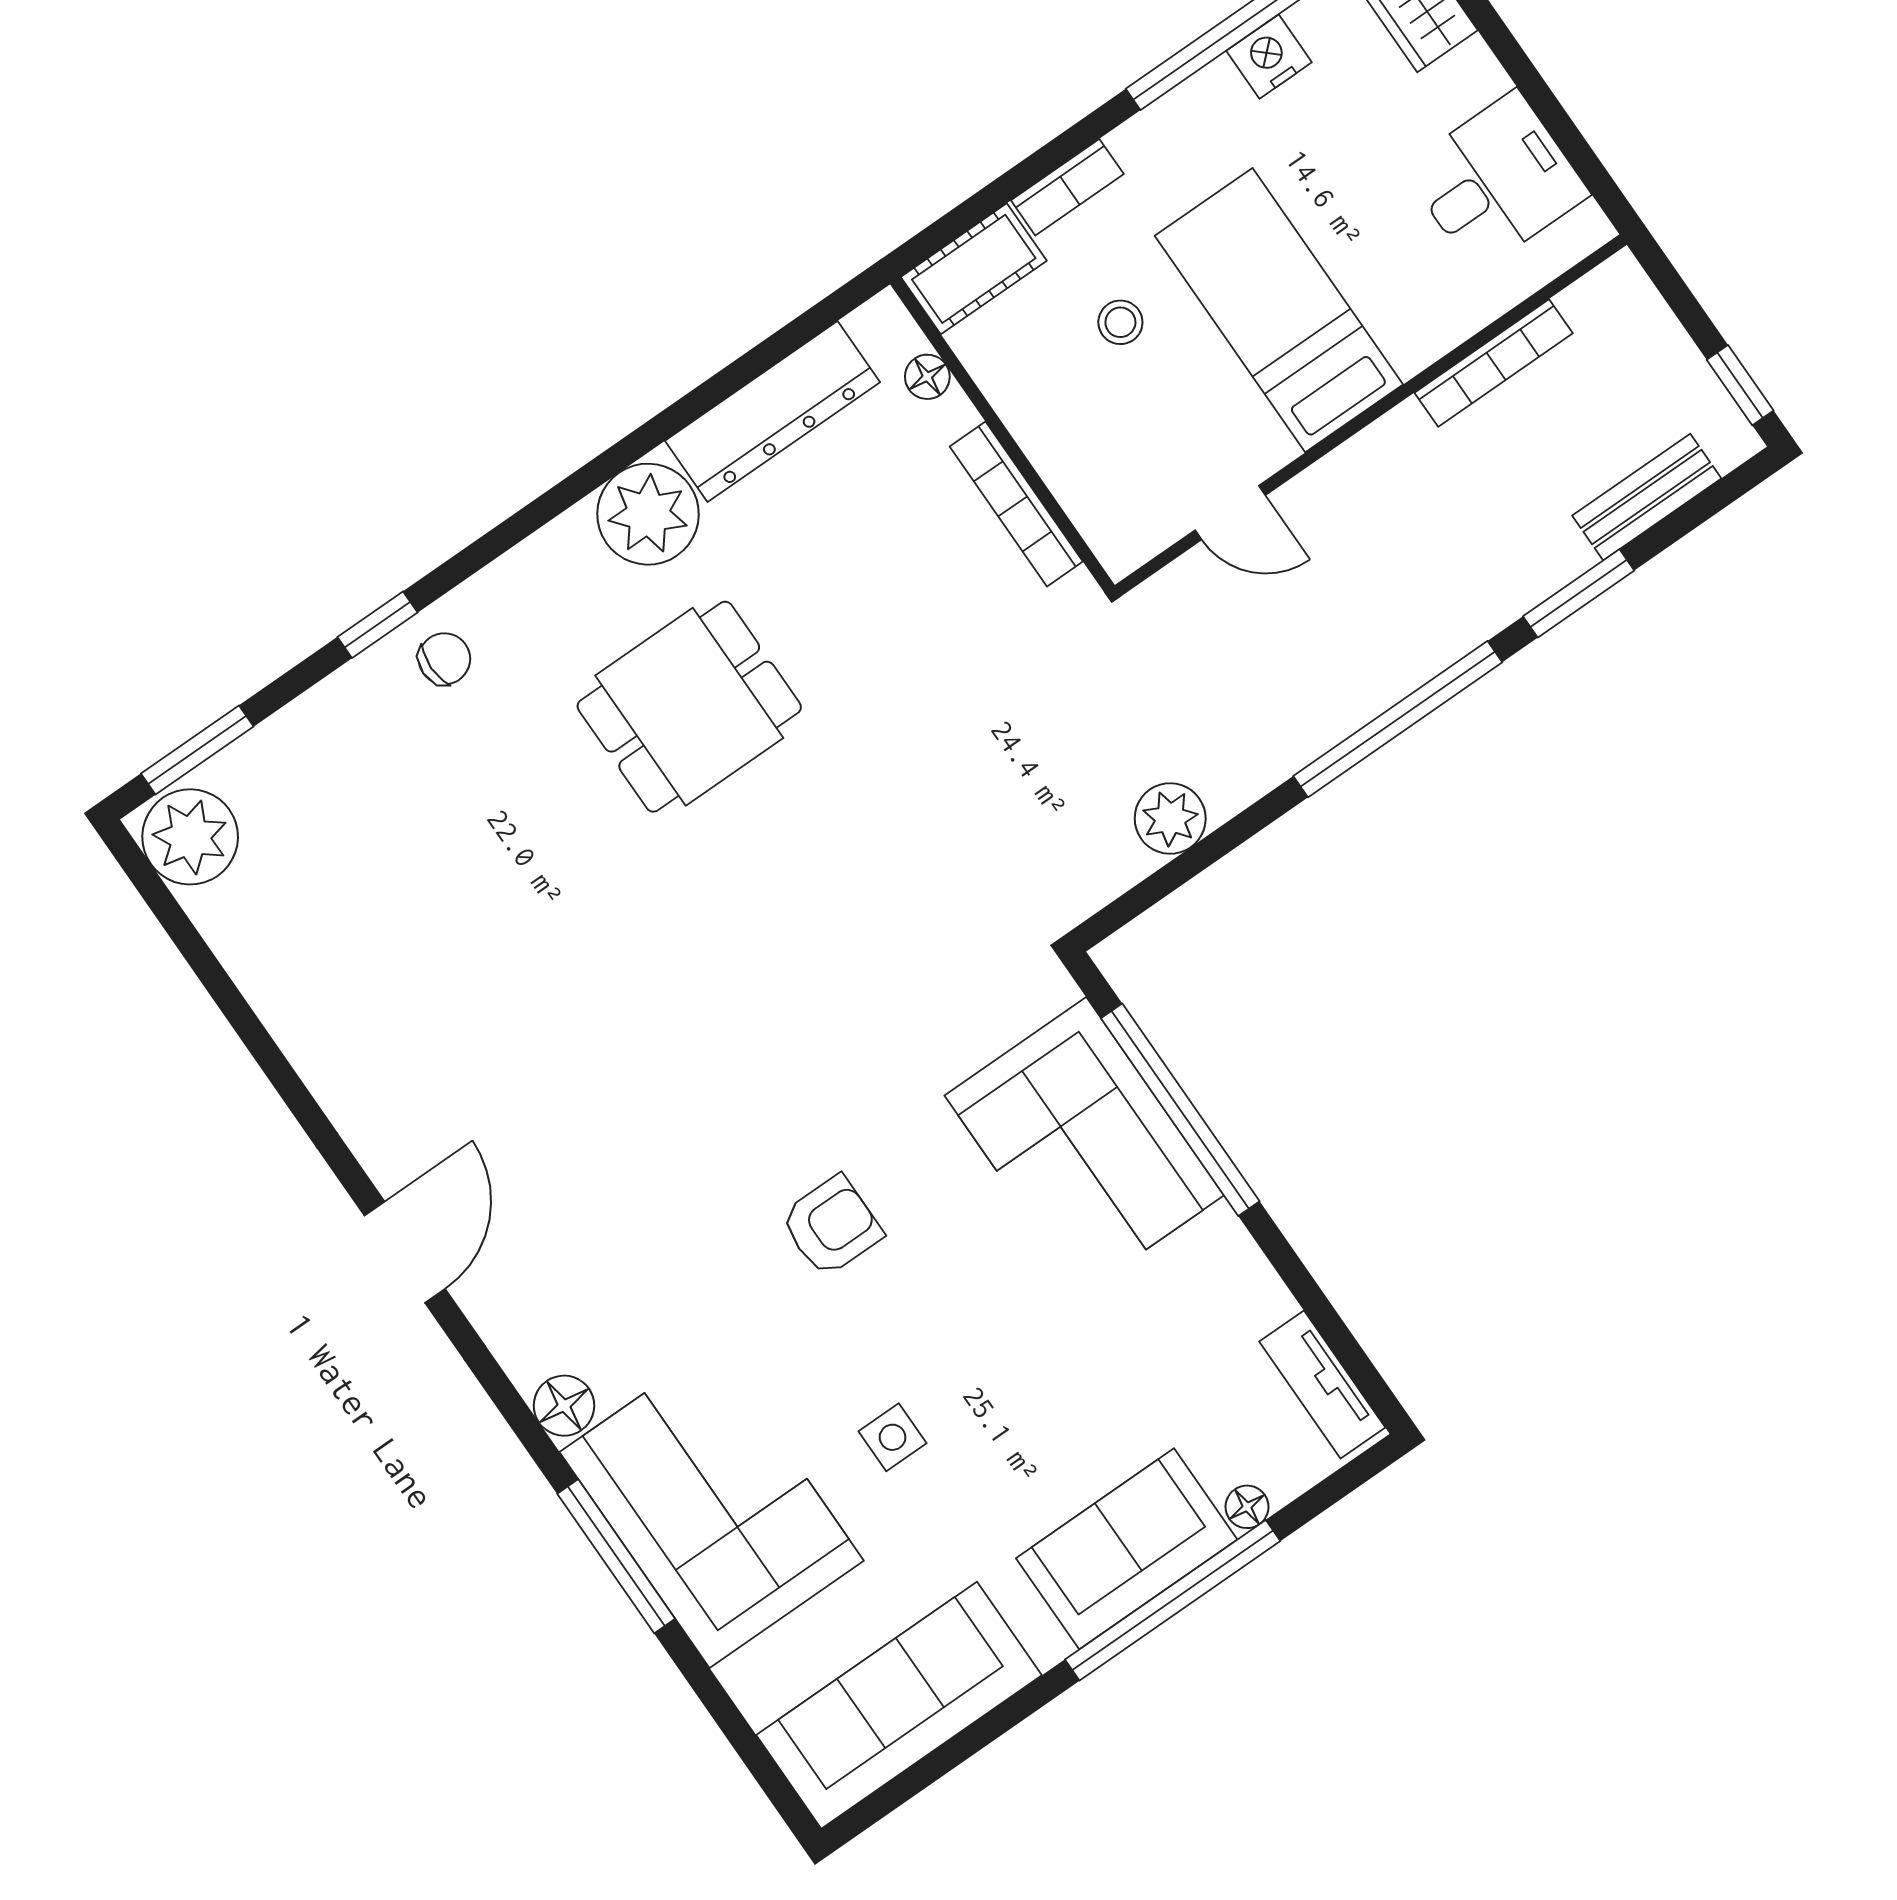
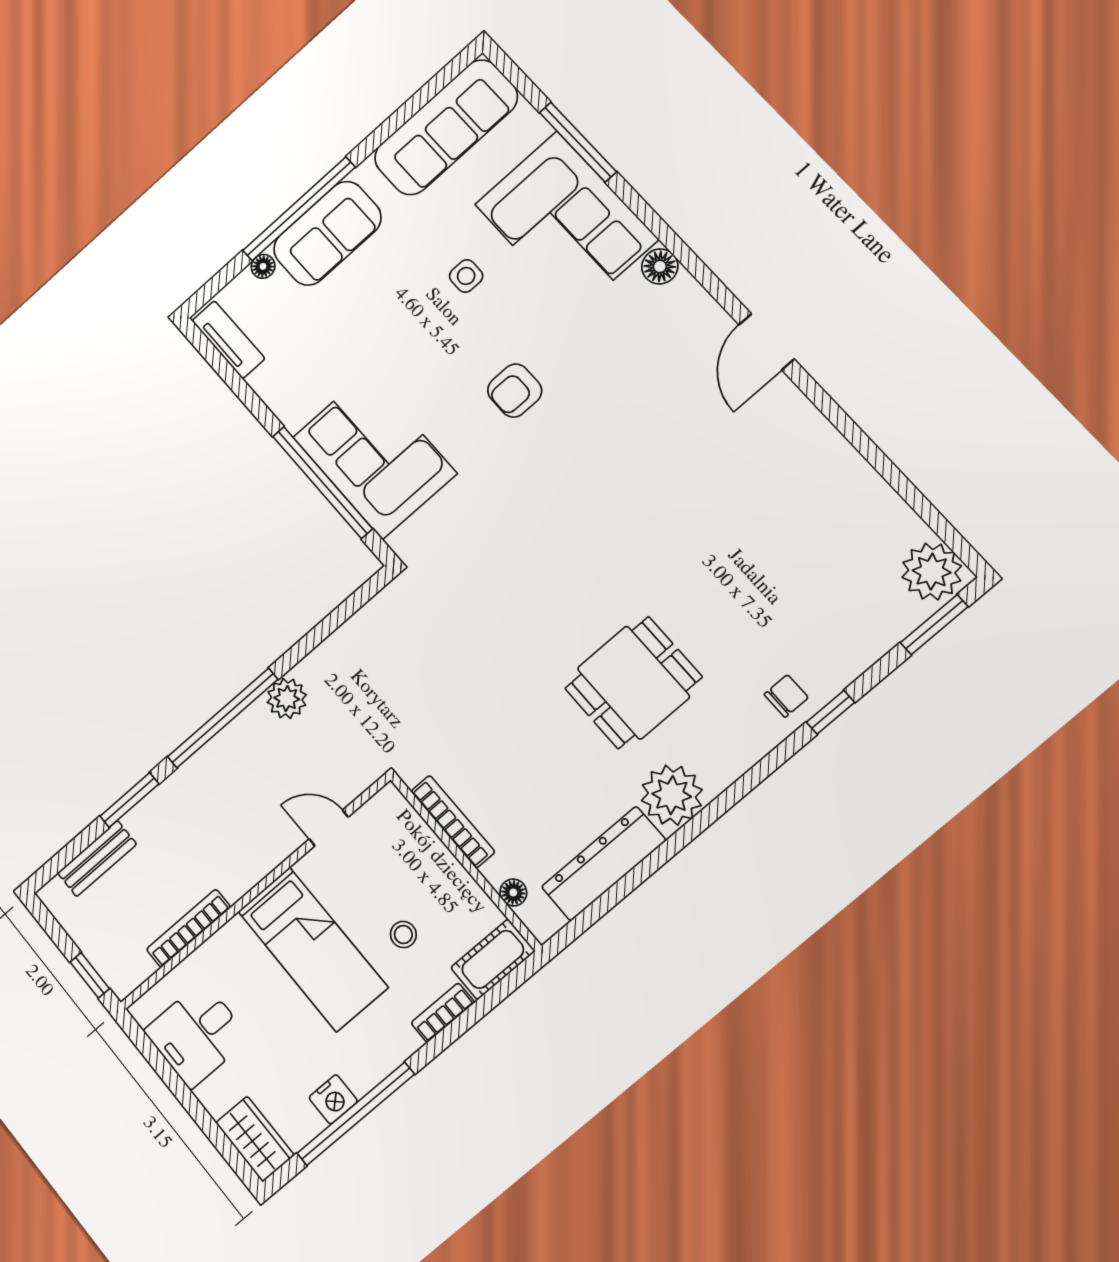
window: (1740, 385) -> (90, 975), moved
chair: (444, 659) -> (786, 696), turned 180
plant: (1170, 819) -> (287, 698), moved
window: (616, 1556) -> (578, 142), moved

